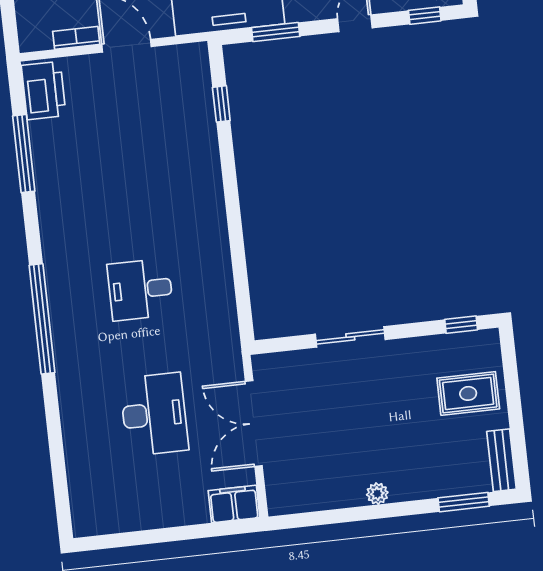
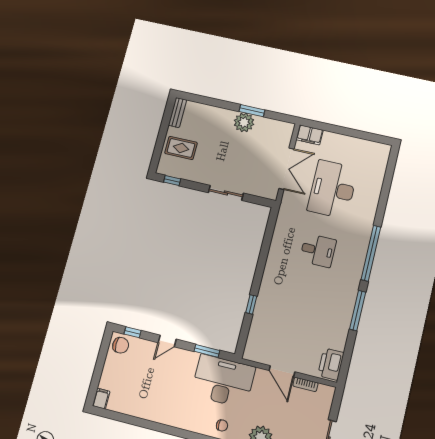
window: (221, 104) -> (251, 304), moved
window: (24, 154) -> (358, 311), moved
desk: (154, 414) -> (333, 189), width x1.36, depth x1.30
plant: (377, 494) -> (244, 122), width x1.88, depth x1.88
window: (464, 502) -> (252, 111), moved

